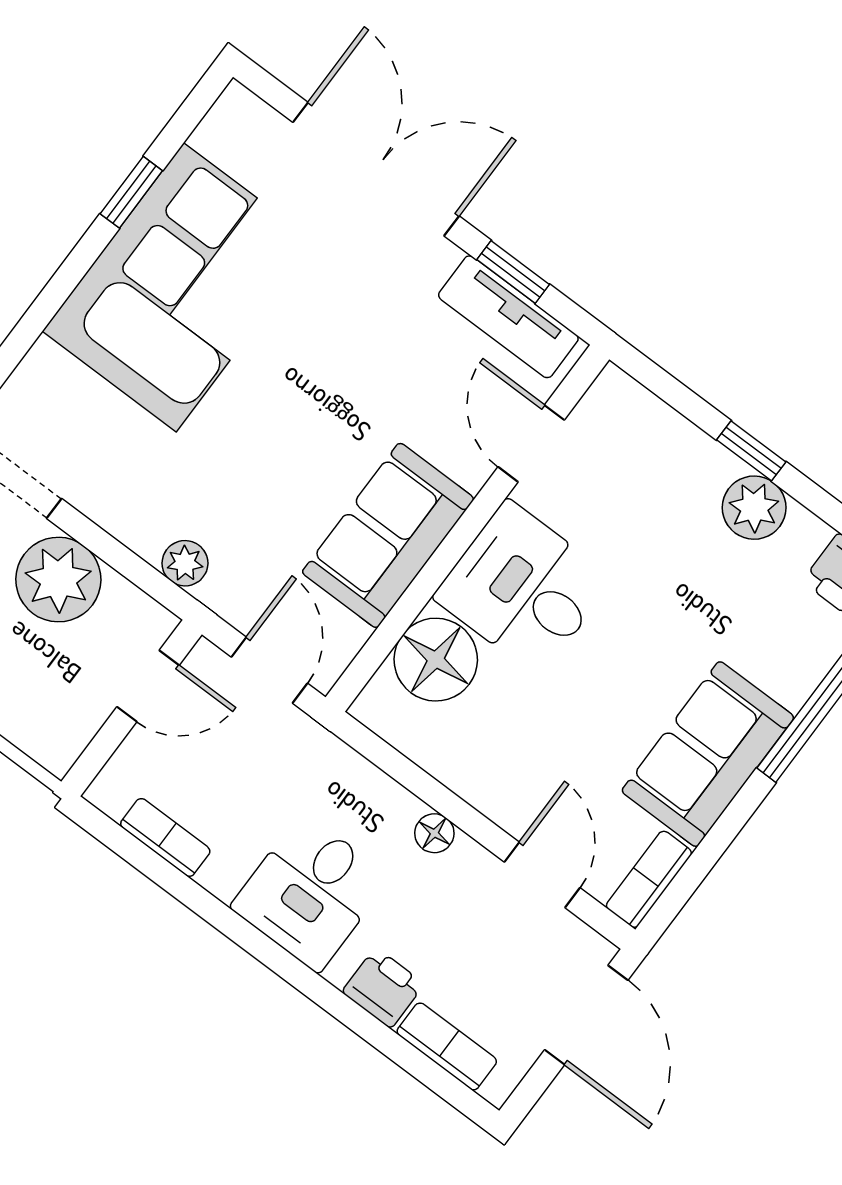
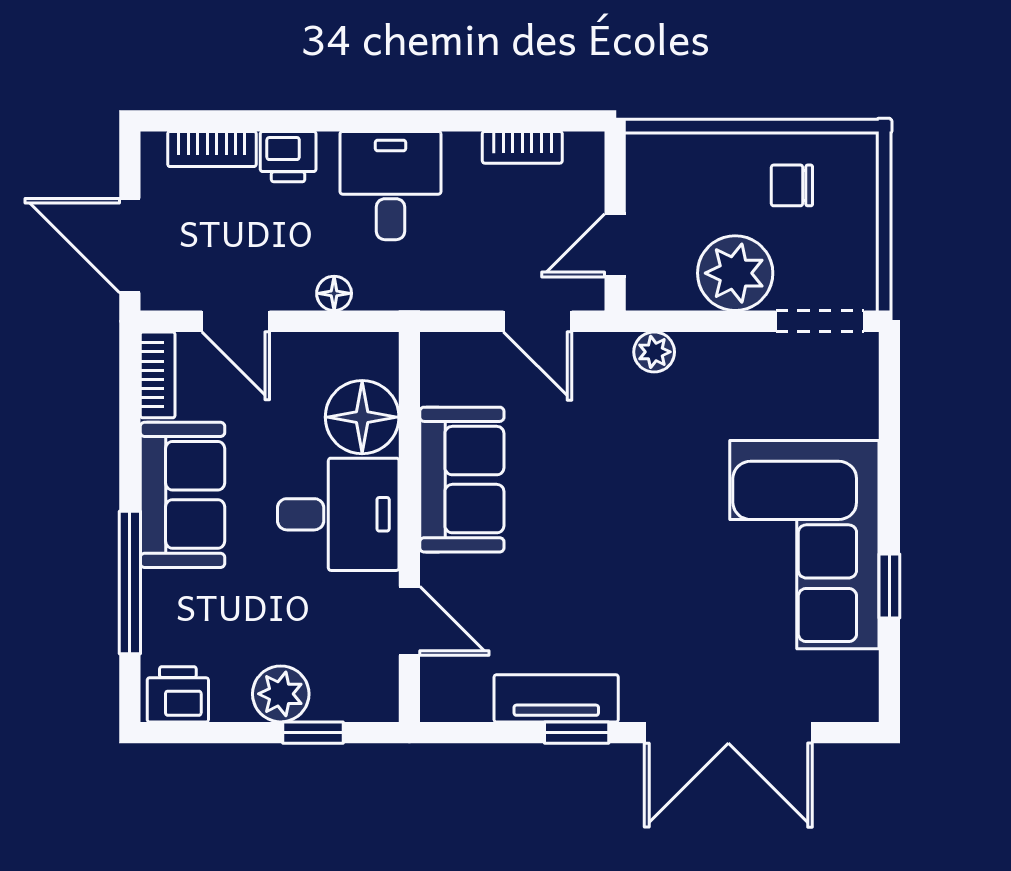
door: (531, 443) -> (409, 621), moved
wall: (468, 528) -> (409, 527), moved
sofa: (388, 535) -> (462, 480), moved
desk: (523, 588) -> (338, 514), moved
floor lamp: (436, 660) -> (362, 417), moved

